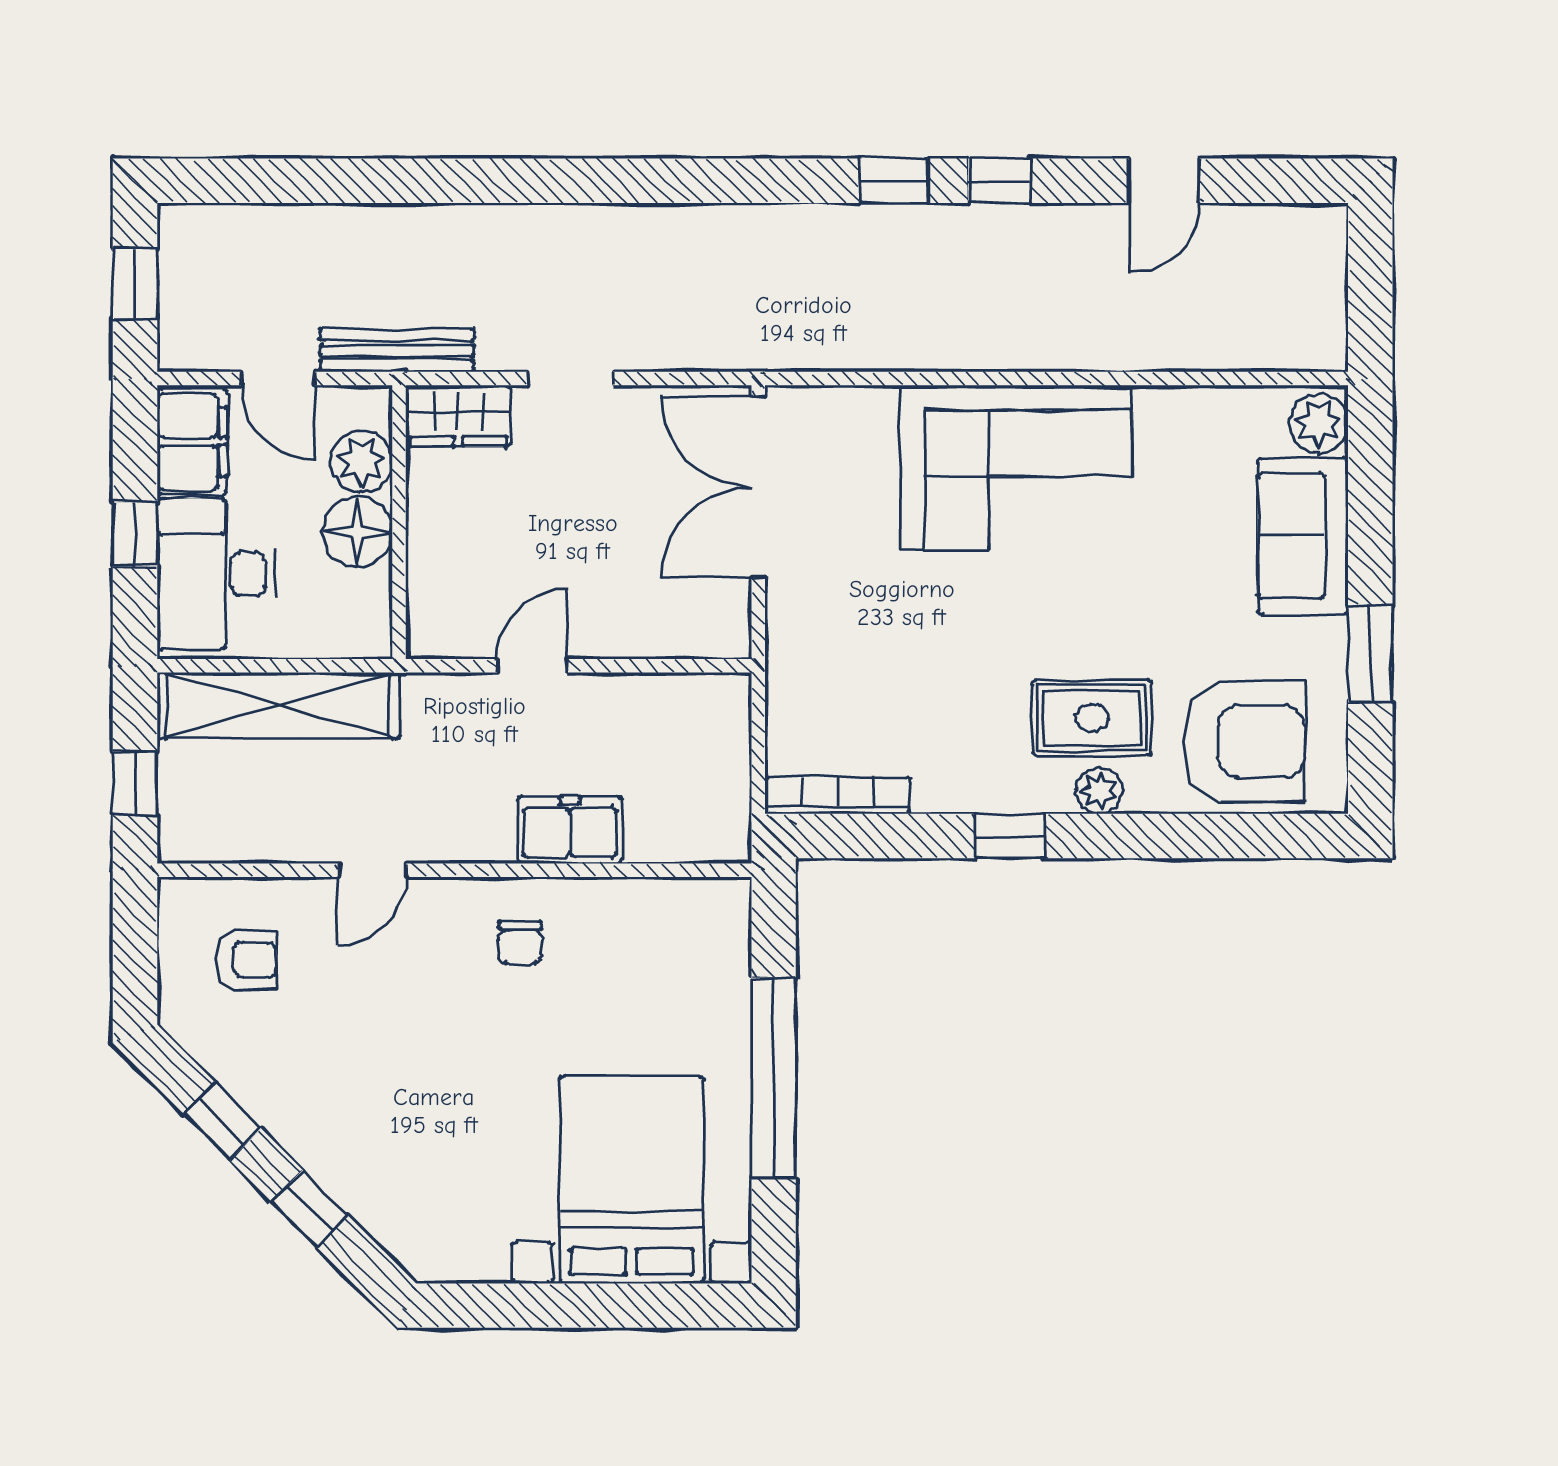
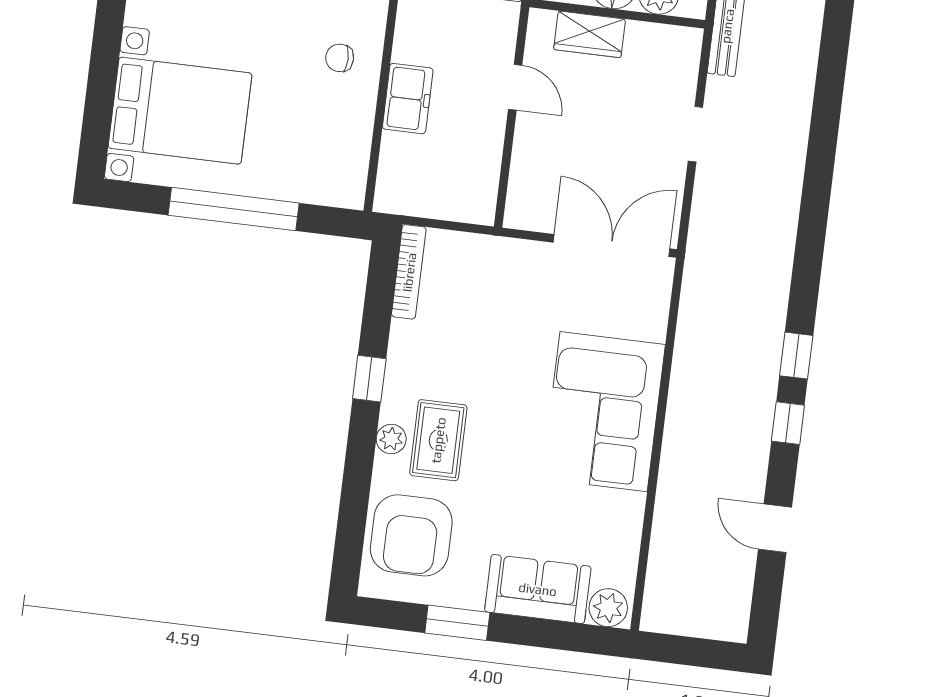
wardrobe: (458, 416) -> (590, 34), moved, turned -90

